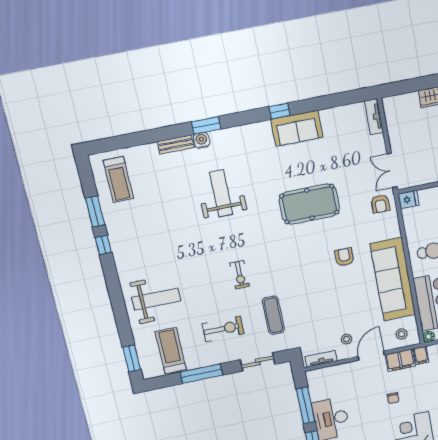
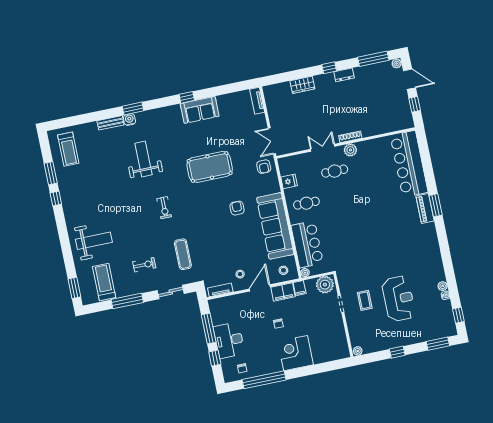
fridge: (408, 200) -> (289, 181), moved
exercise bike: (240, 275) -> (164, 208), moved
exercise bike: (223, 329) -> (144, 265), width x0.73, depth x0.72

